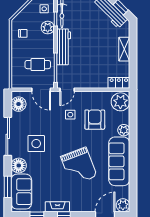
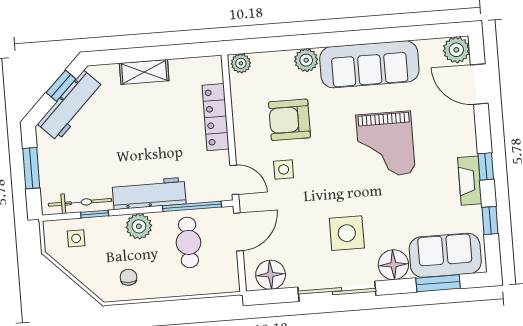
plant: (48, 28) -> (139, 226), moved
locker: (119, 83) -> (216, 117), moved, width x1.53
plant: (120, 102) -> (241, 63), width x0.53, depth x0.53
grand piano: (79, 166) -> (386, 144), turned 111

